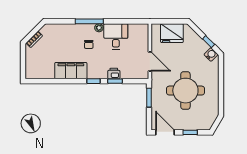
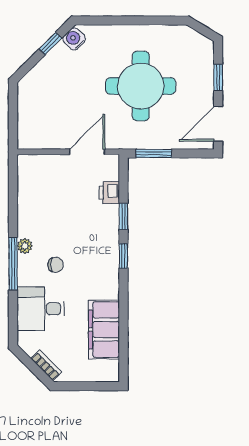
fridge: (172, 33) -> (35, 111), removed
desk: (116, 36) -> (41, 309), moved
filing cabinet: (71, 71) -> (104, 330), moved
printer: (114, 73) -> (109, 193), moved

